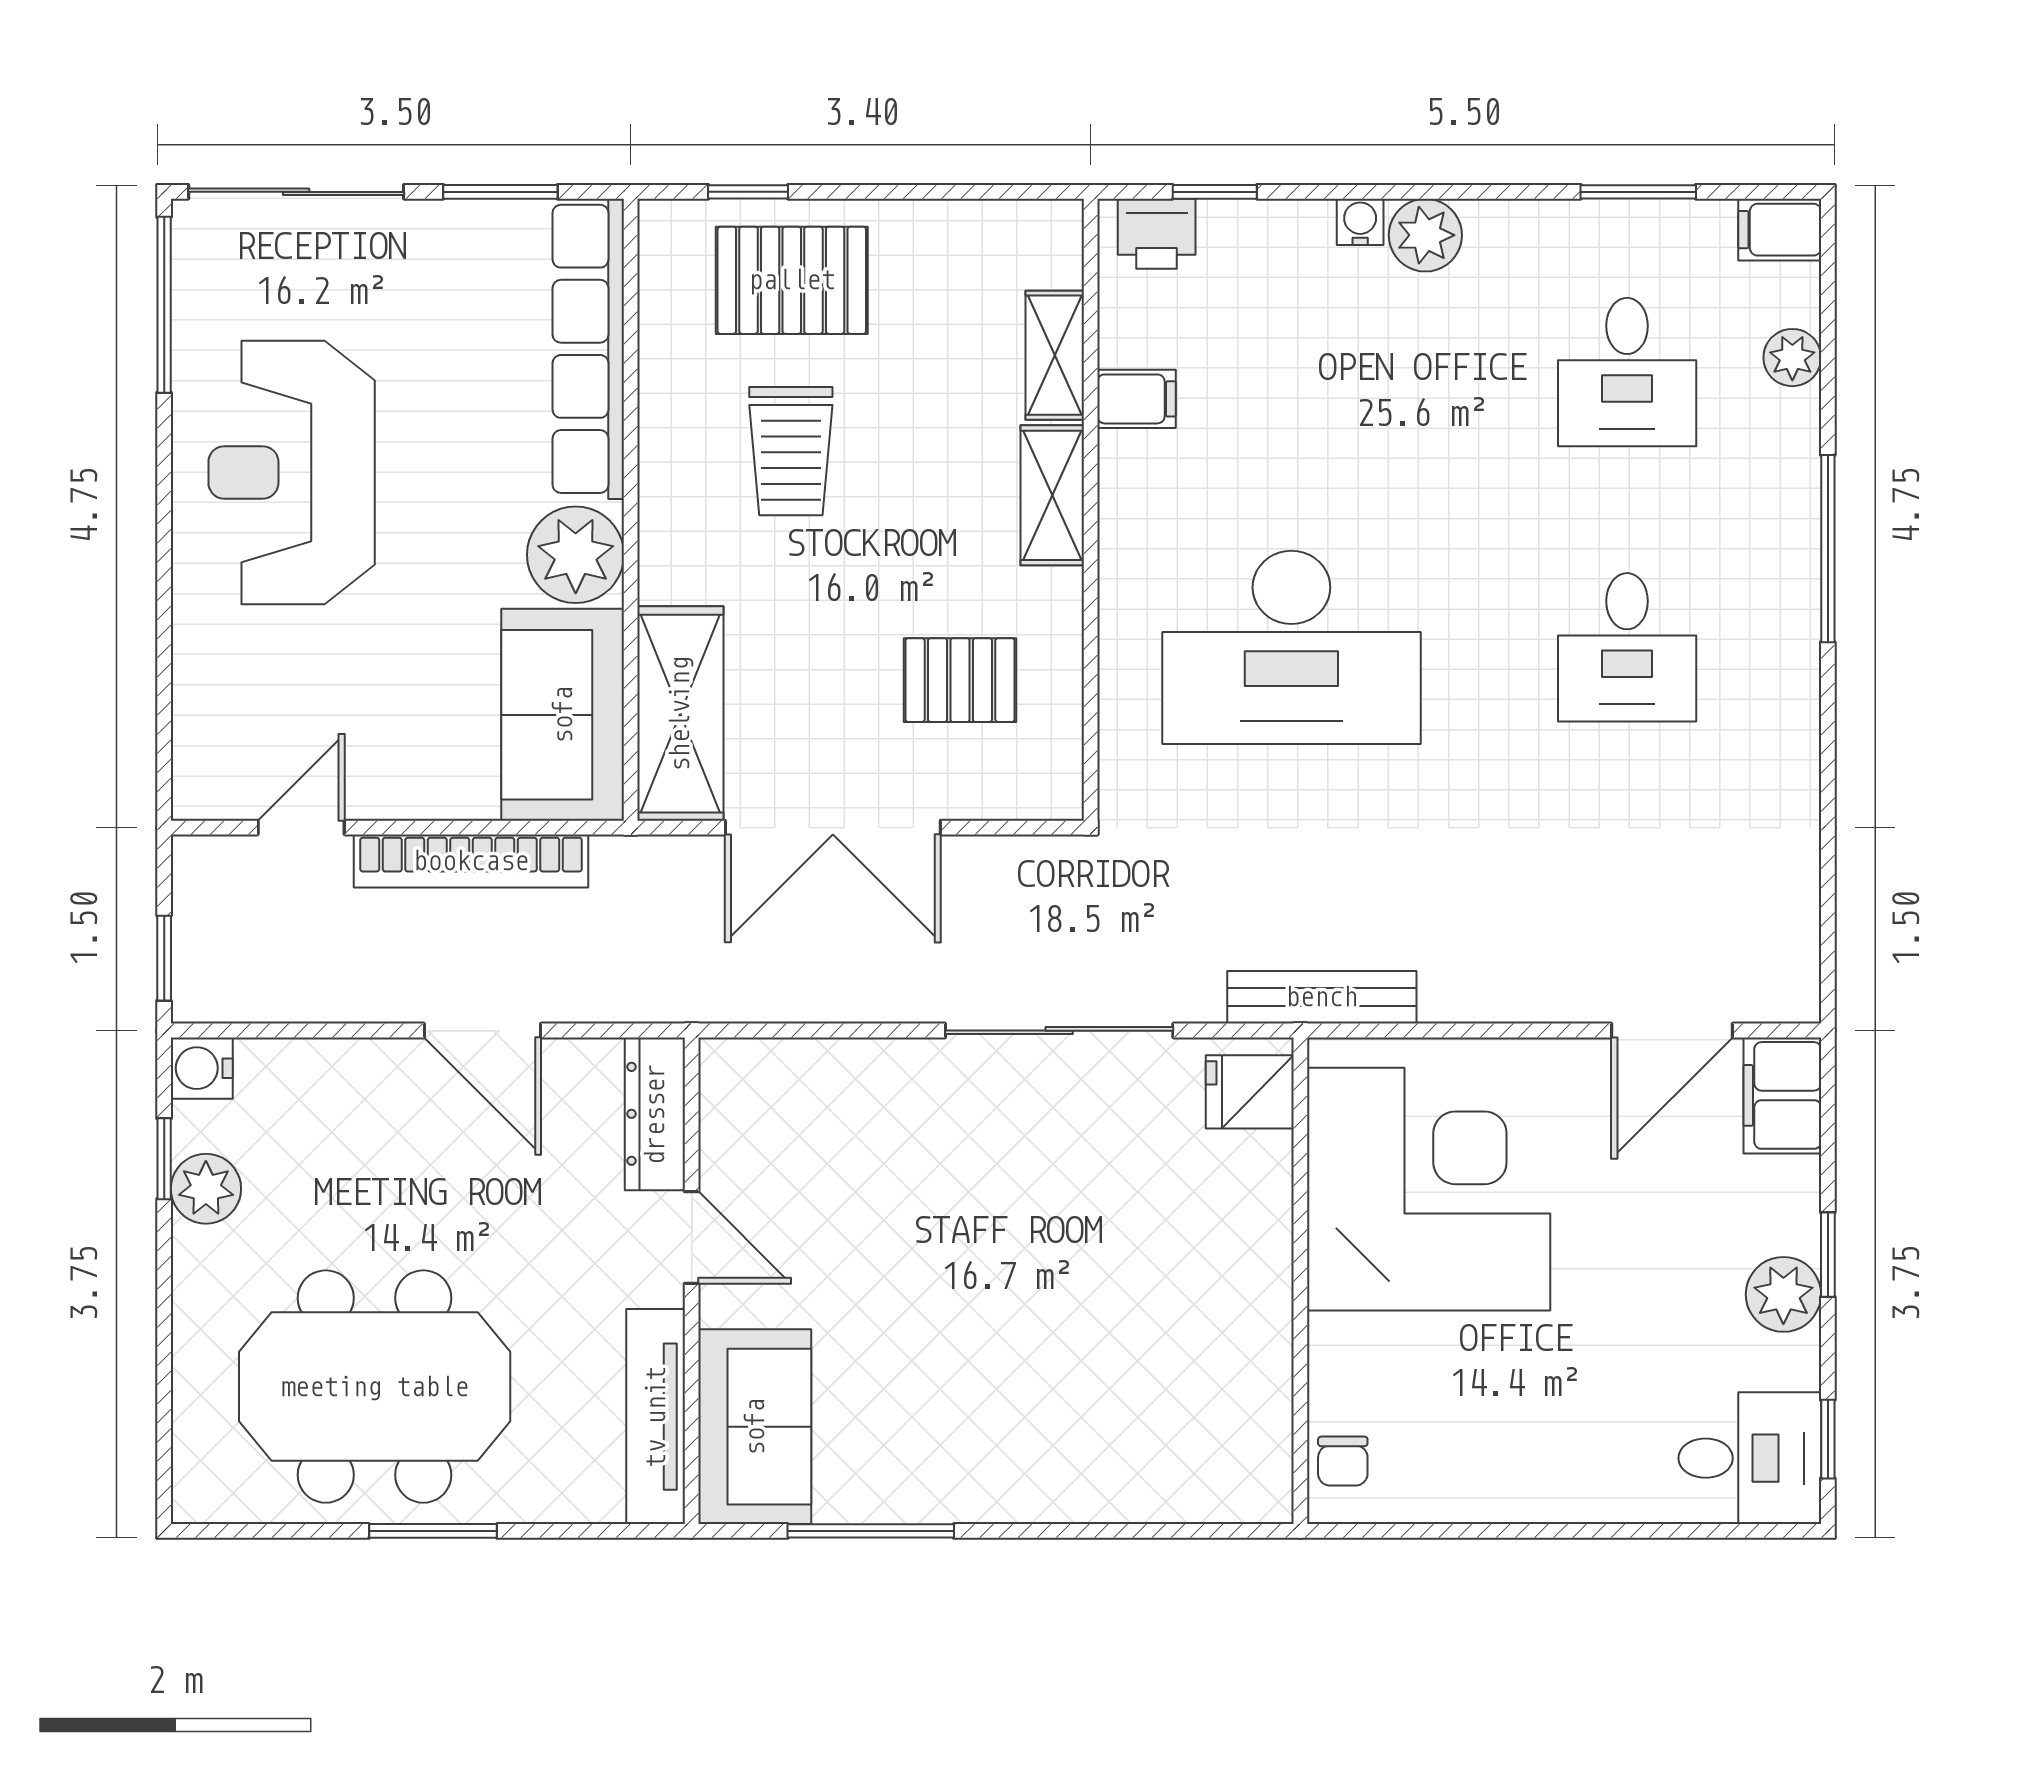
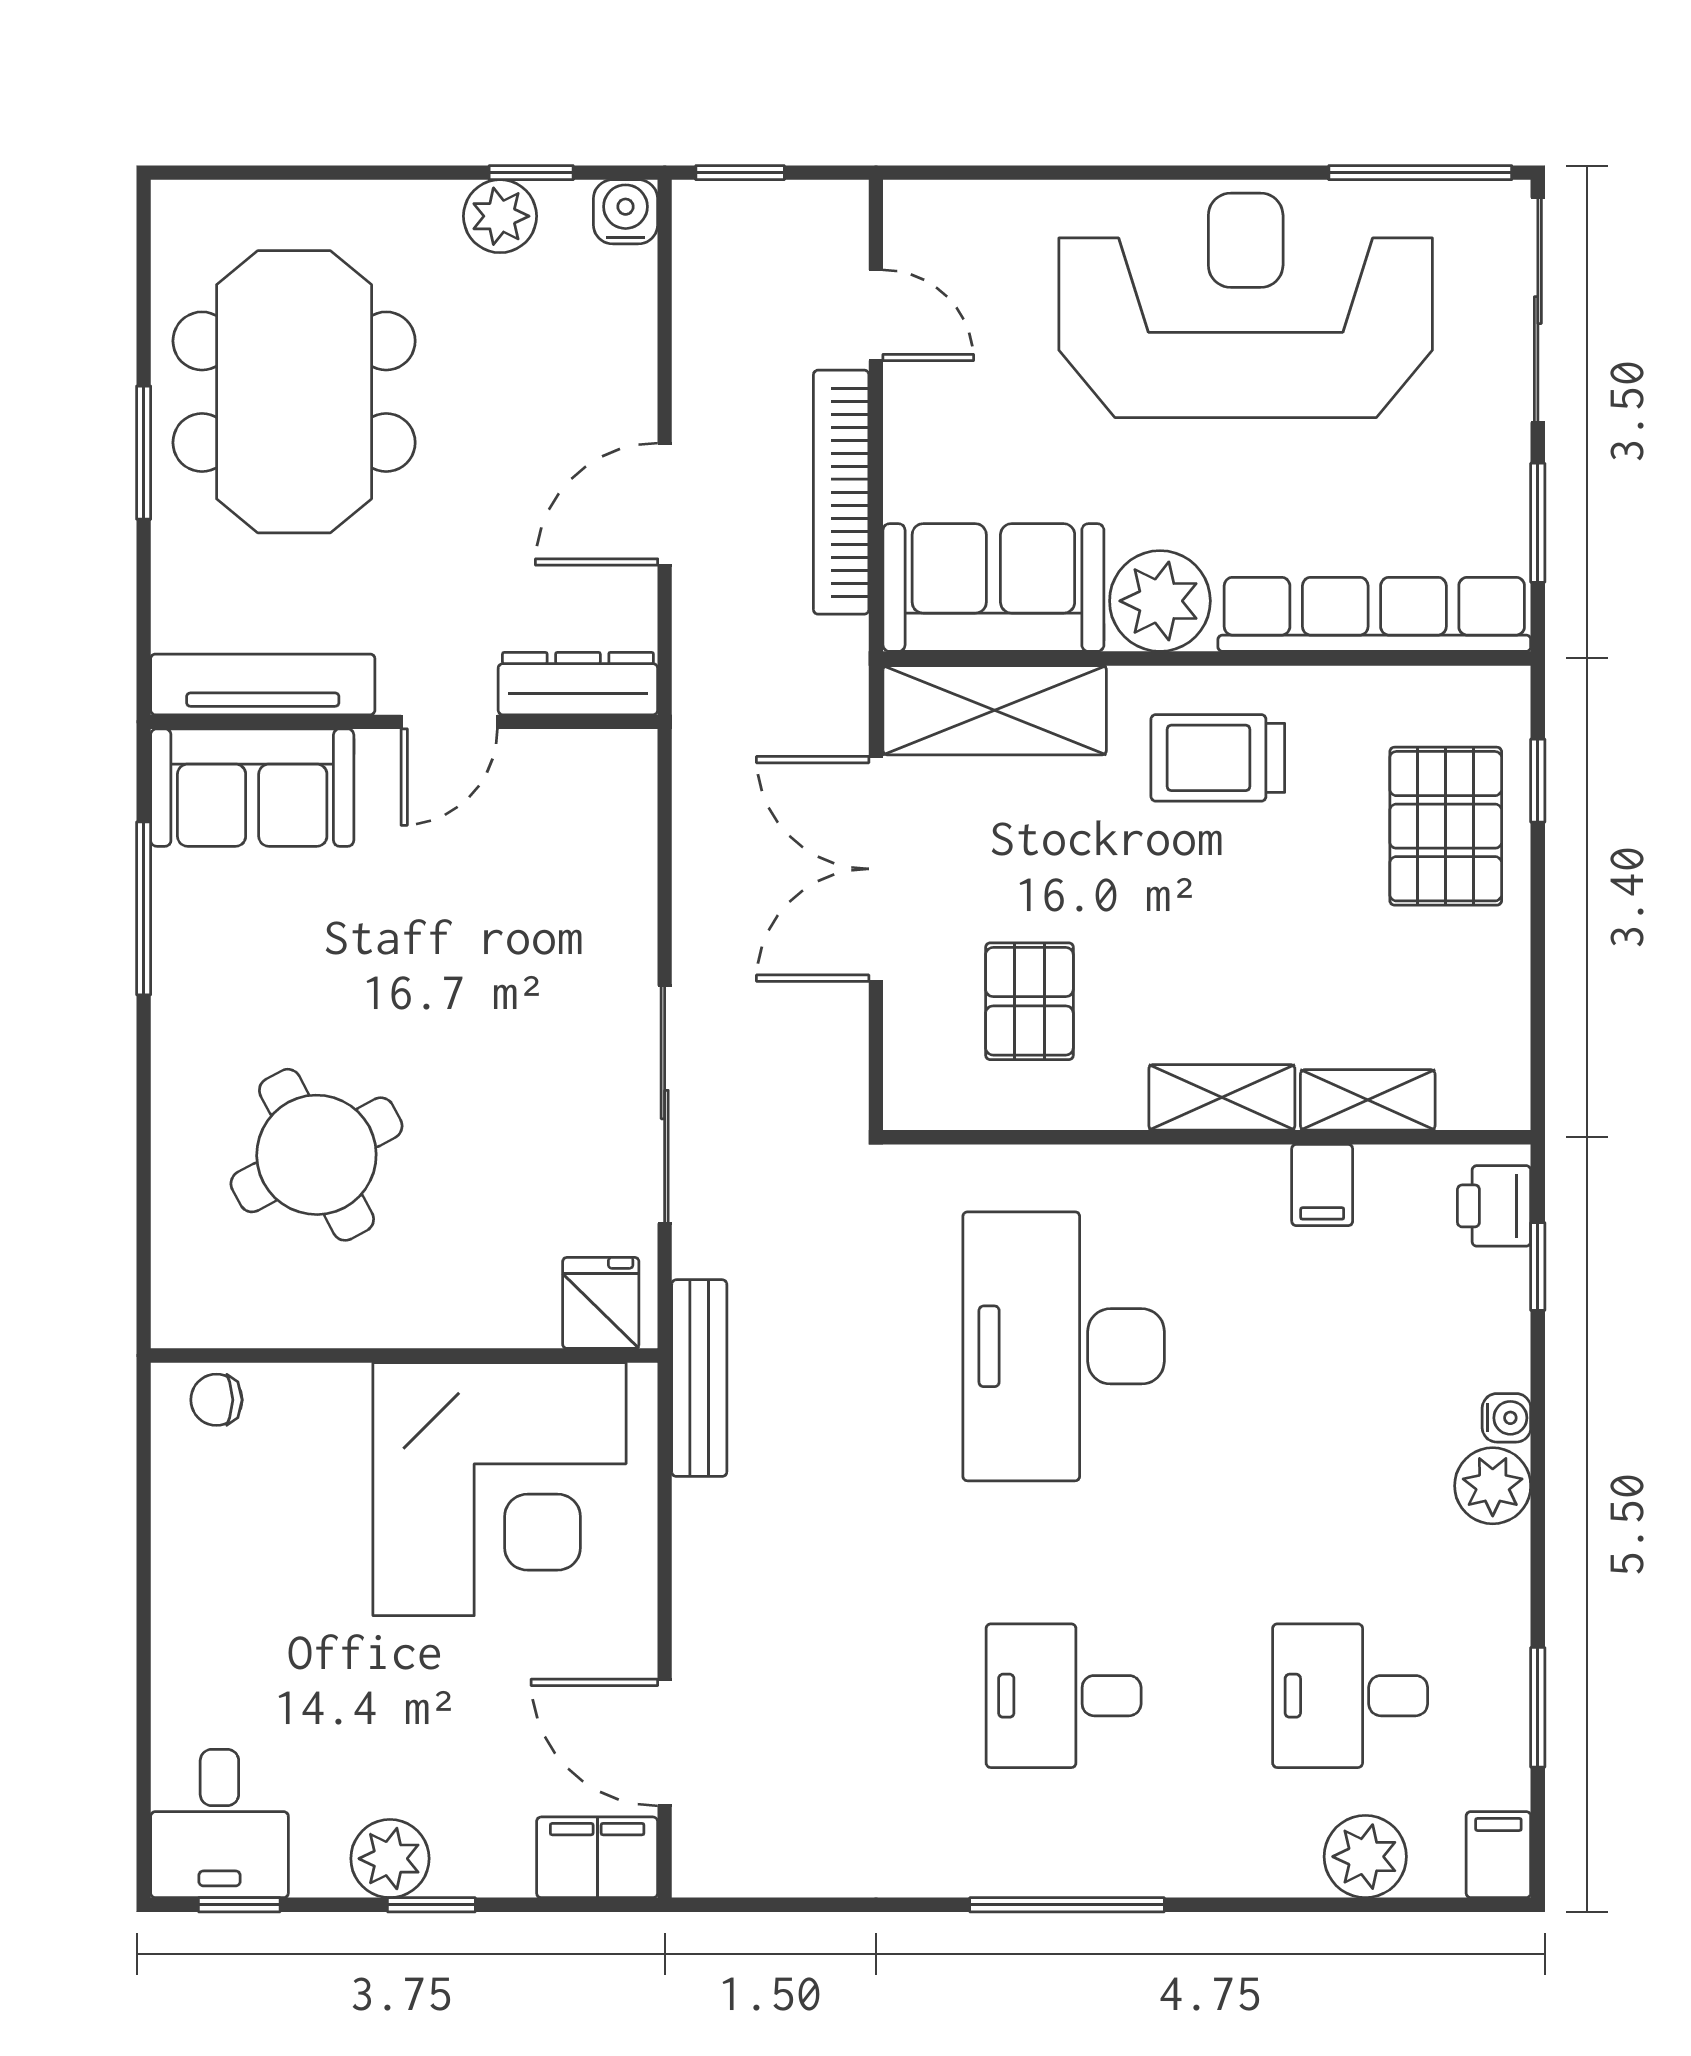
plant: (1792, 358) -> (1365, 1857), width x1.38, depth x1.38
trolley: (791, 451) -> (1218, 758), moved
reception desk: (292, 472) -> (1246, 305), width x1.36, depth x1.30
window: (1828, 549) -> (1067, 1905), moved
round table: (1107, 1365) -> (316, 1155), added

